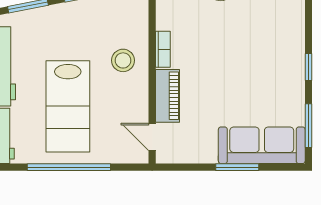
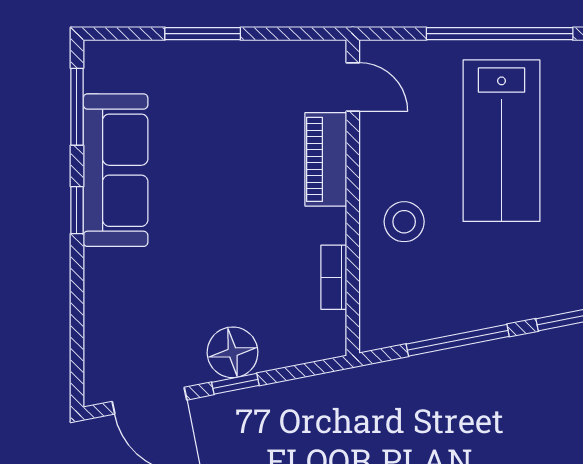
bookcase: (163, 49) -> (334, 277), moved
lab bench: (68, 106) -> (502, 141), turned 180
sofa: (262, 145) -> (116, 170), moved, turned -90

